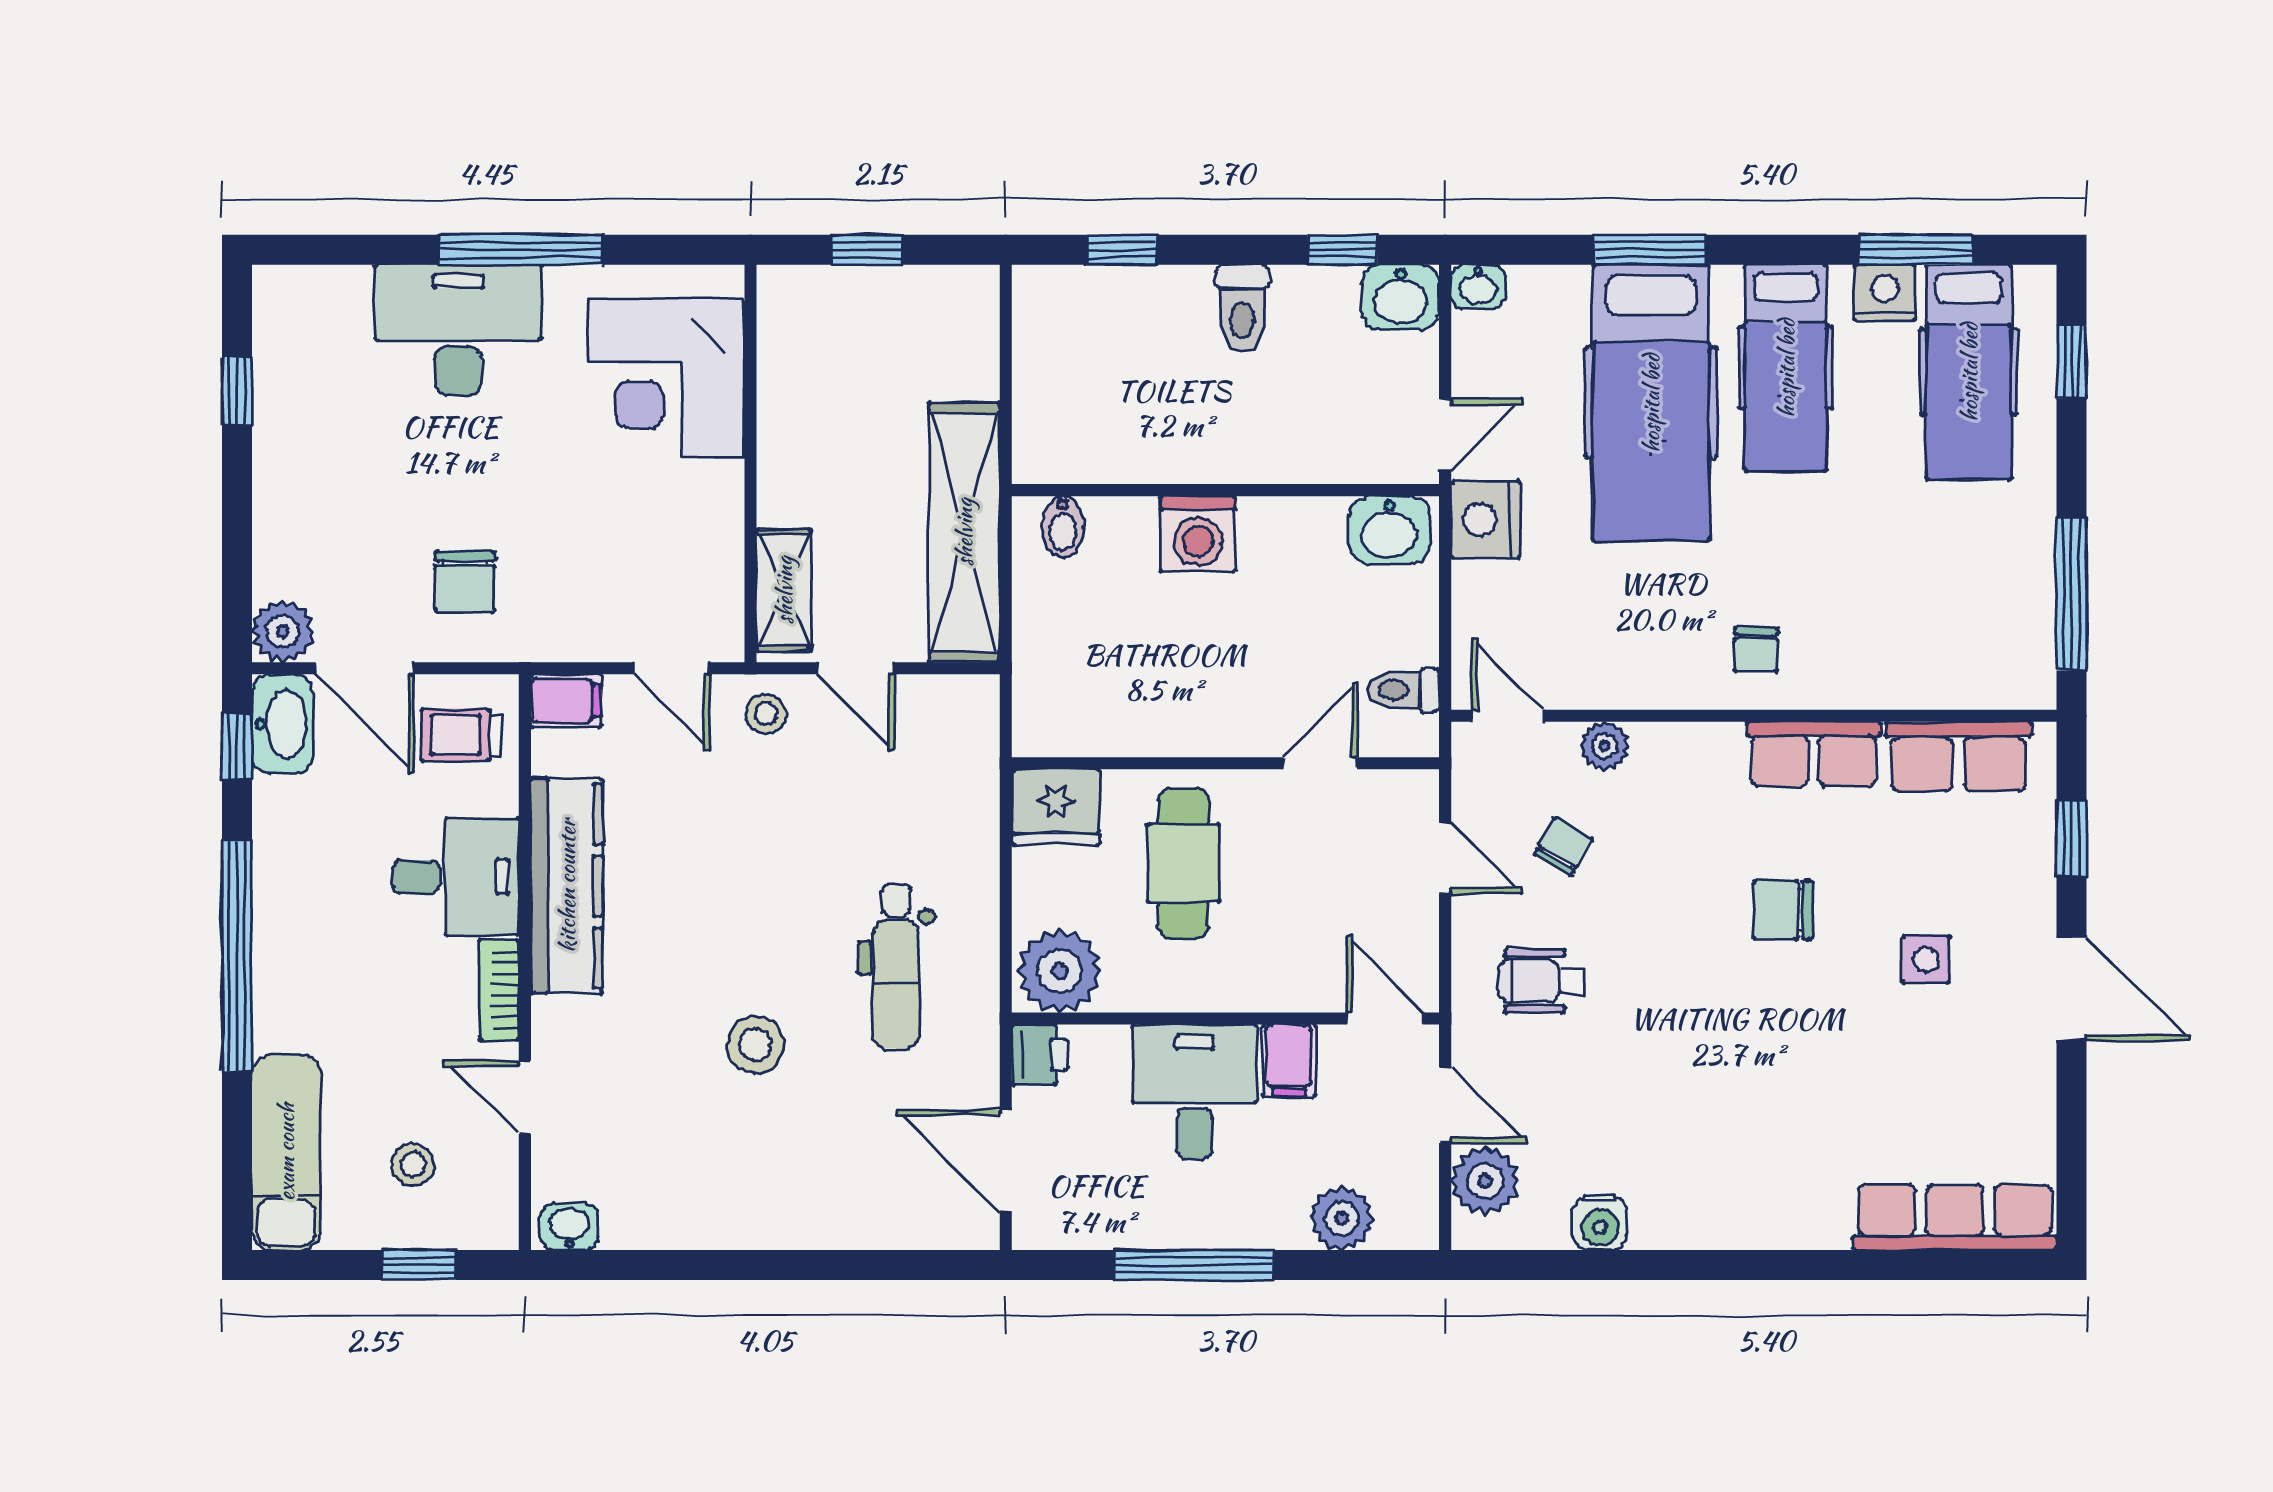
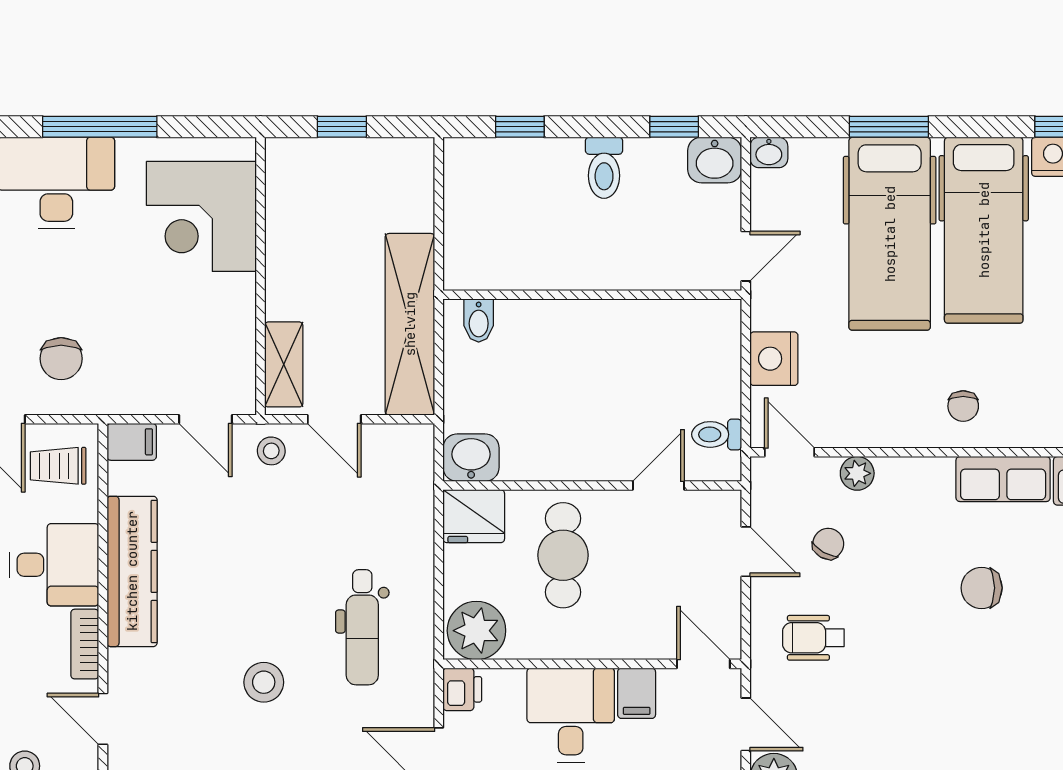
hospital bed: (1786, 368) -> (984, 230), width x1.37, depth x1.29
nightstand: (1485, 520) -> (774, 359), moved
washbasin: (1389, 530) -> (471, 458), moved, turned 180
washing machine: (1198, 534) -> (573, 325), removed

